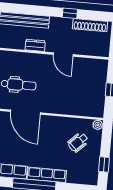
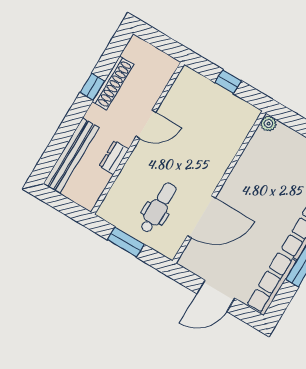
shoe rack: (90, 25) -> (113, 83), moved
wheelchair: (78, 142) -> (280, 163), removed

